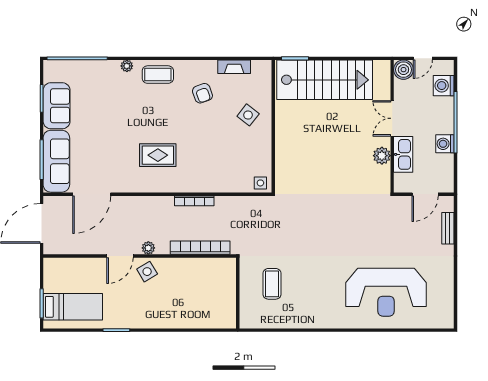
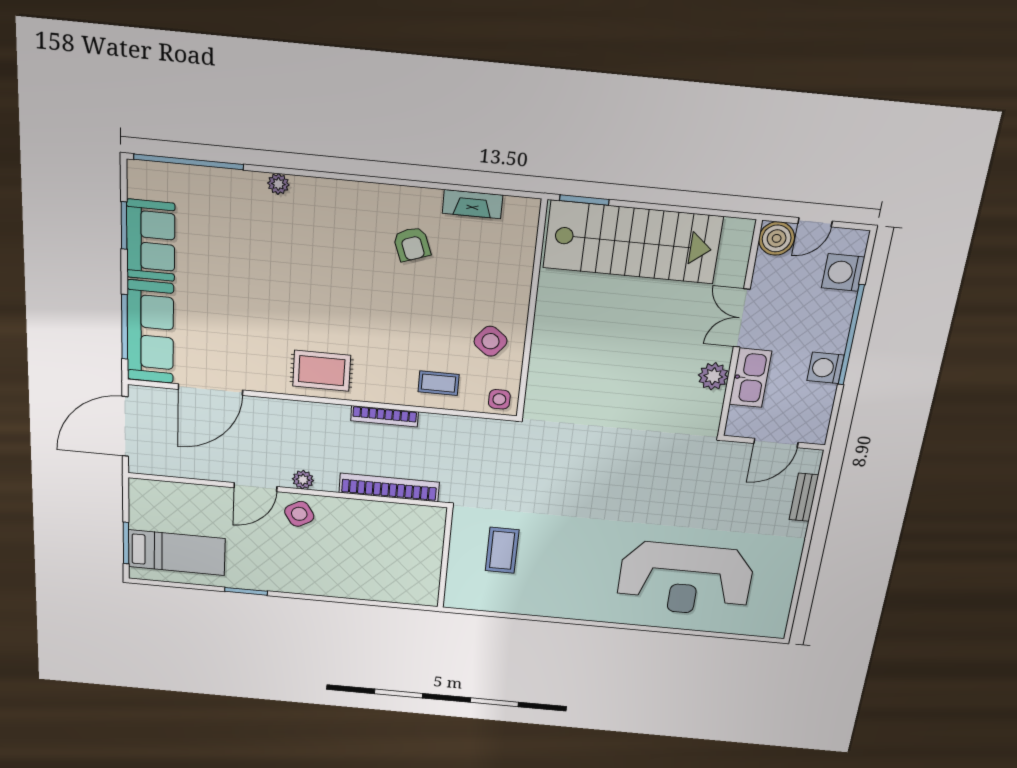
coffee table: (158, 75) -> (439, 383), moved, width x0.73, depth x0.77
side table: (248, 115) -> (490, 341), moved
rug: (158, 155) -> (322, 371), moved

